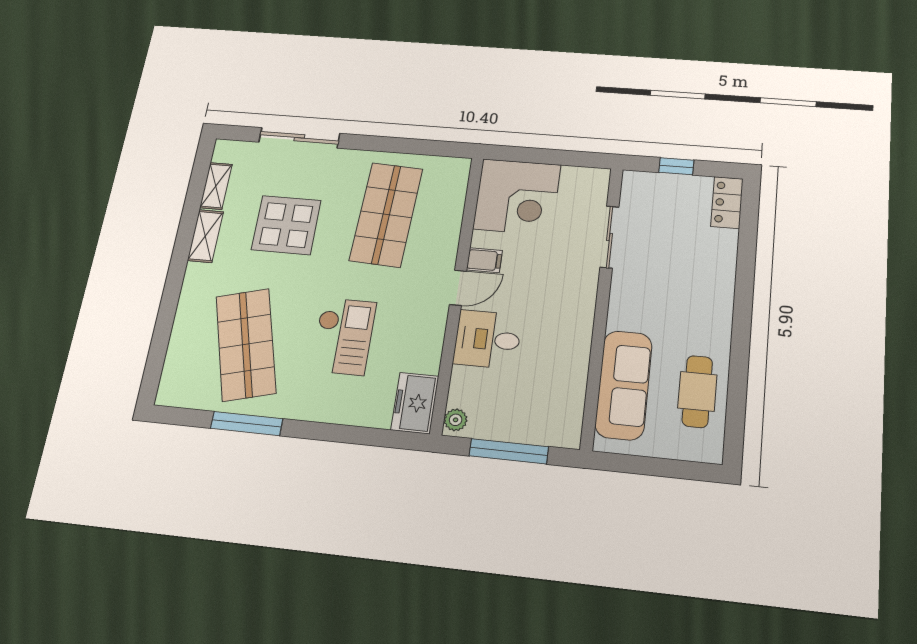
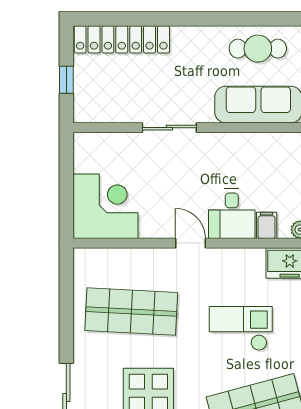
locker: (727, 203) -> (122, 39), width x2.16, depth x1.21
sliding door: (609, 237) -> (169, 128), moved
filing cabinet: (484, 260) -> (267, 225), moved

